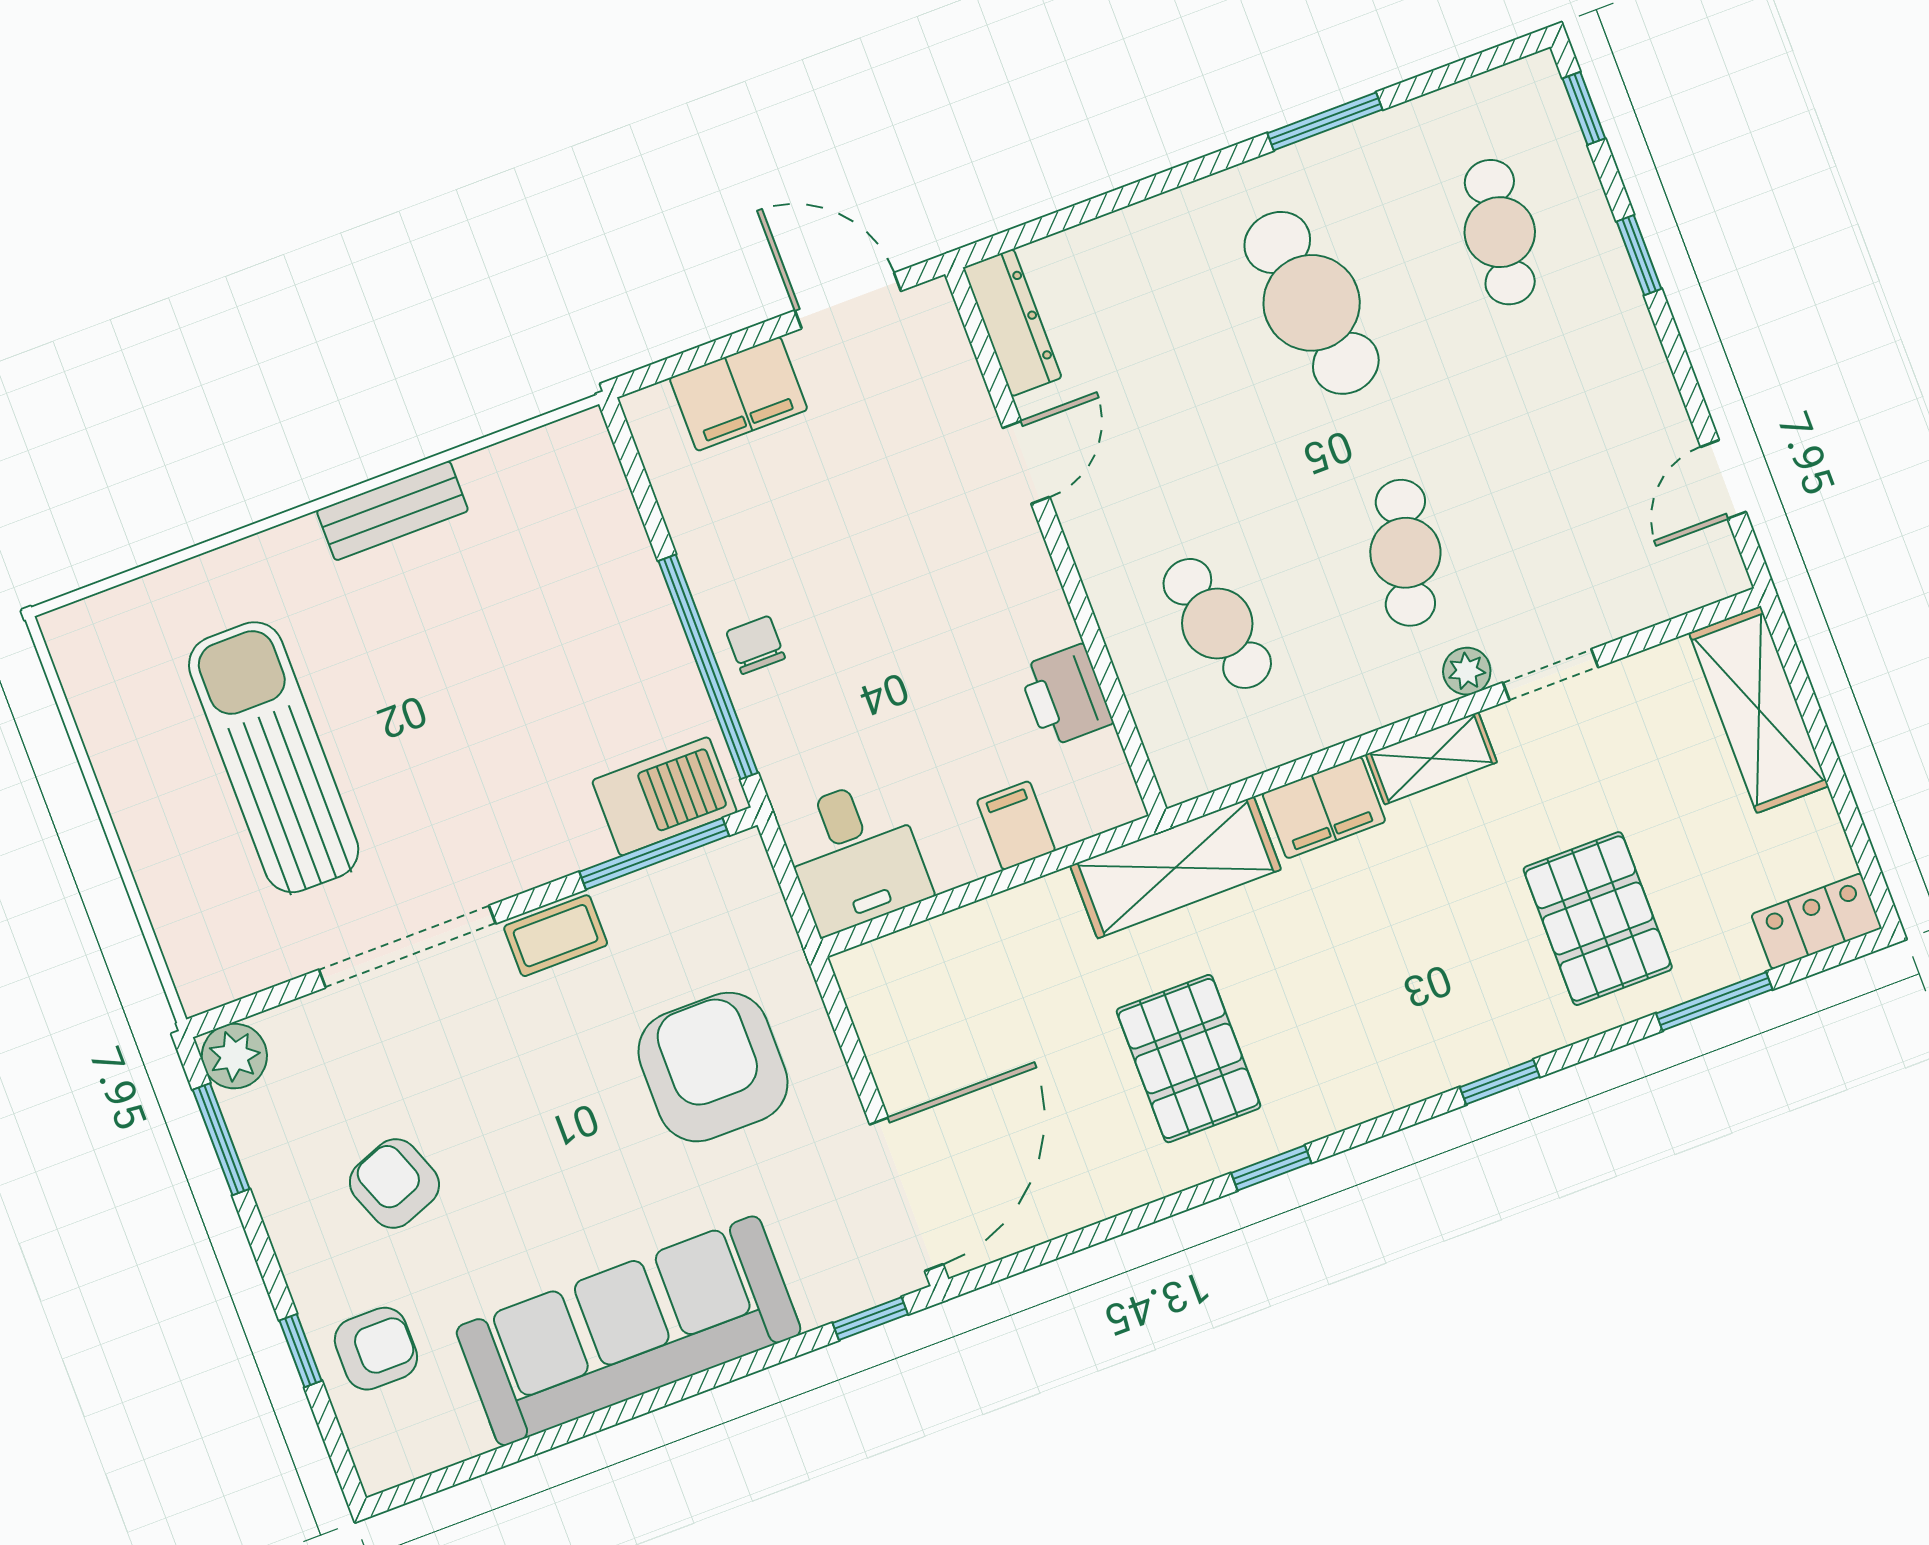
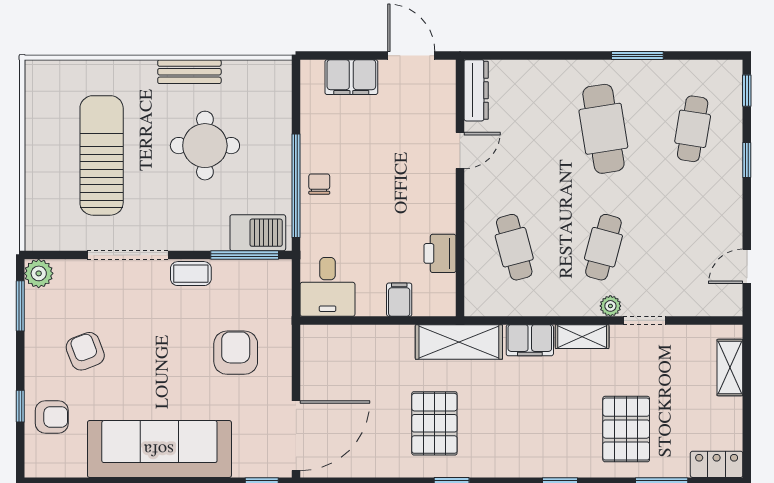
round table: (484, 654) -> (205, 146), added
shelving: (1759, 710) -> (730, 368), width x0.67, depth x0.75
armchair: (713, 1067) -> (236, 353), width x0.73, depth x0.73

